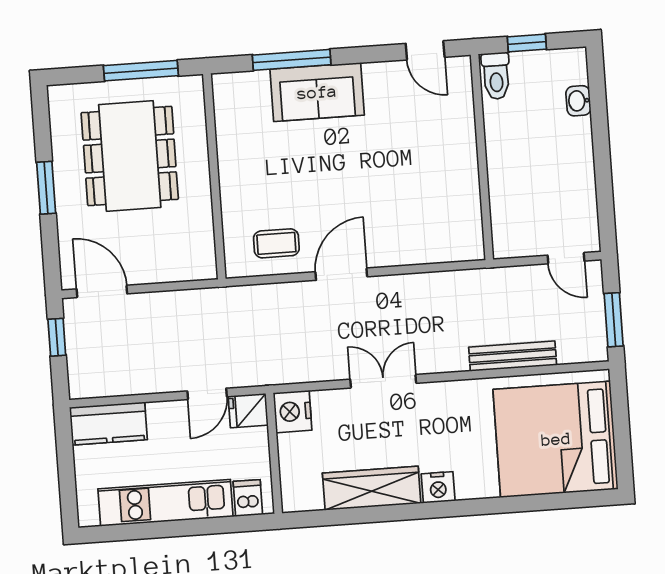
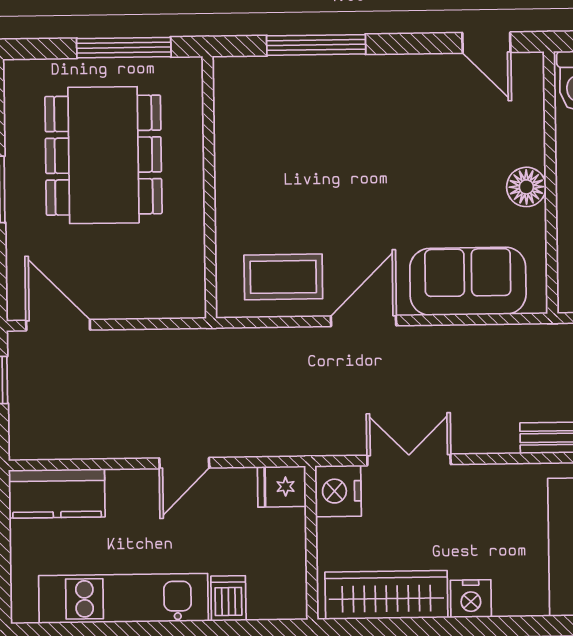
sofa: (317, 92) -> (468, 281), moved, turned 180
floor lamp: (463, 162) -> (526, 187), added
coffee table: (276, 243) -> (283, 277), width x1.36, depth x1.30
fridge: (248, 411) -> (282, 487), moved
nightstand: (293, 411) -> (338, 491), moved
wall: (274, 453) -> (311, 543), moved

